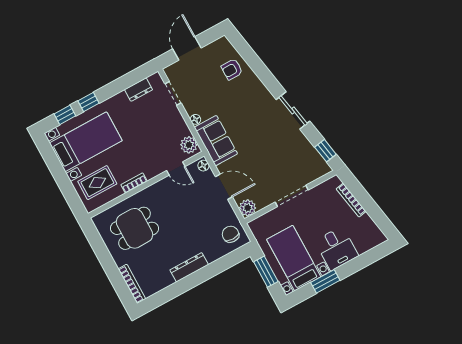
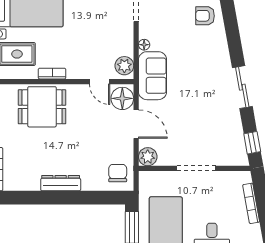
floor lamp: (203, 166) -> (122, 98), width x1.89, depth x1.89
dining table: (135, 228) -> (42, 107), moved

